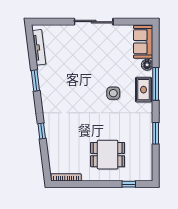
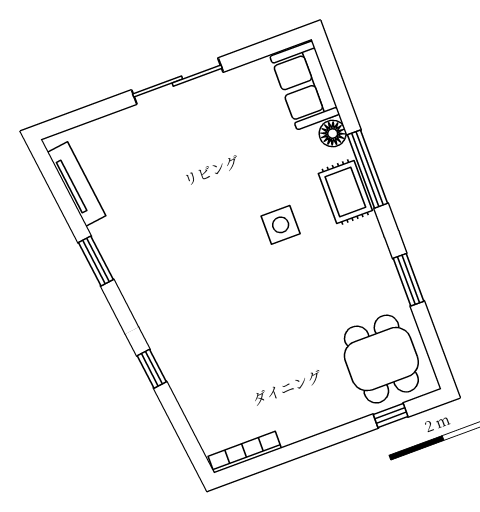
dining table: (108, 155) -> (381, 359), moved, turned 90

